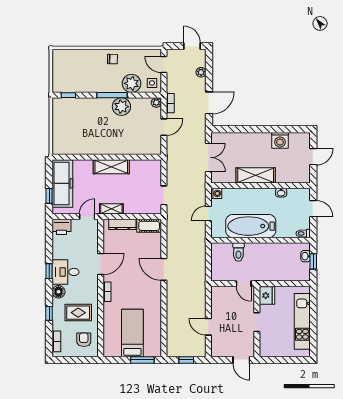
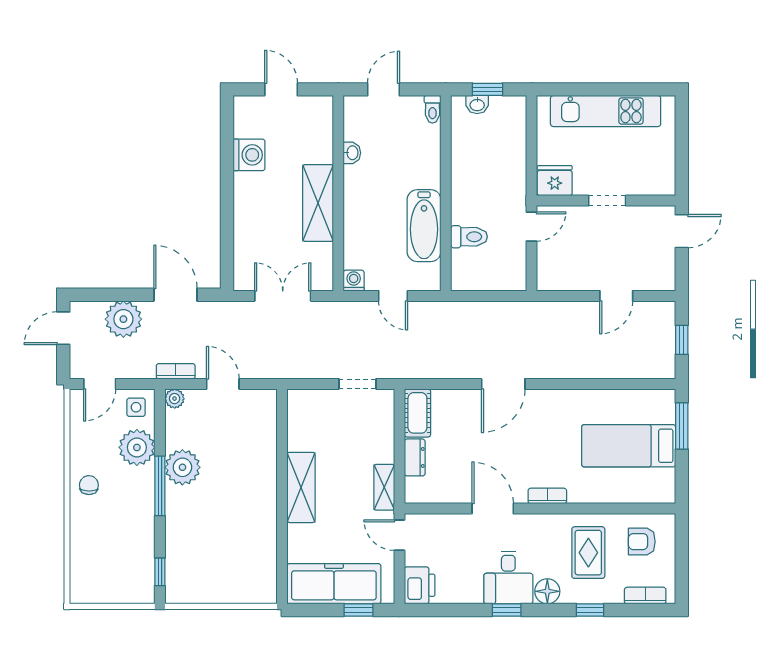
plant: (201, 72) -> (123, 319), width x1.87, depth x1.87
dresser: (122, 224) -> (415, 457), width x0.70
bathtub: (251, 226) -> (424, 226), width x0.73, depth x0.73

